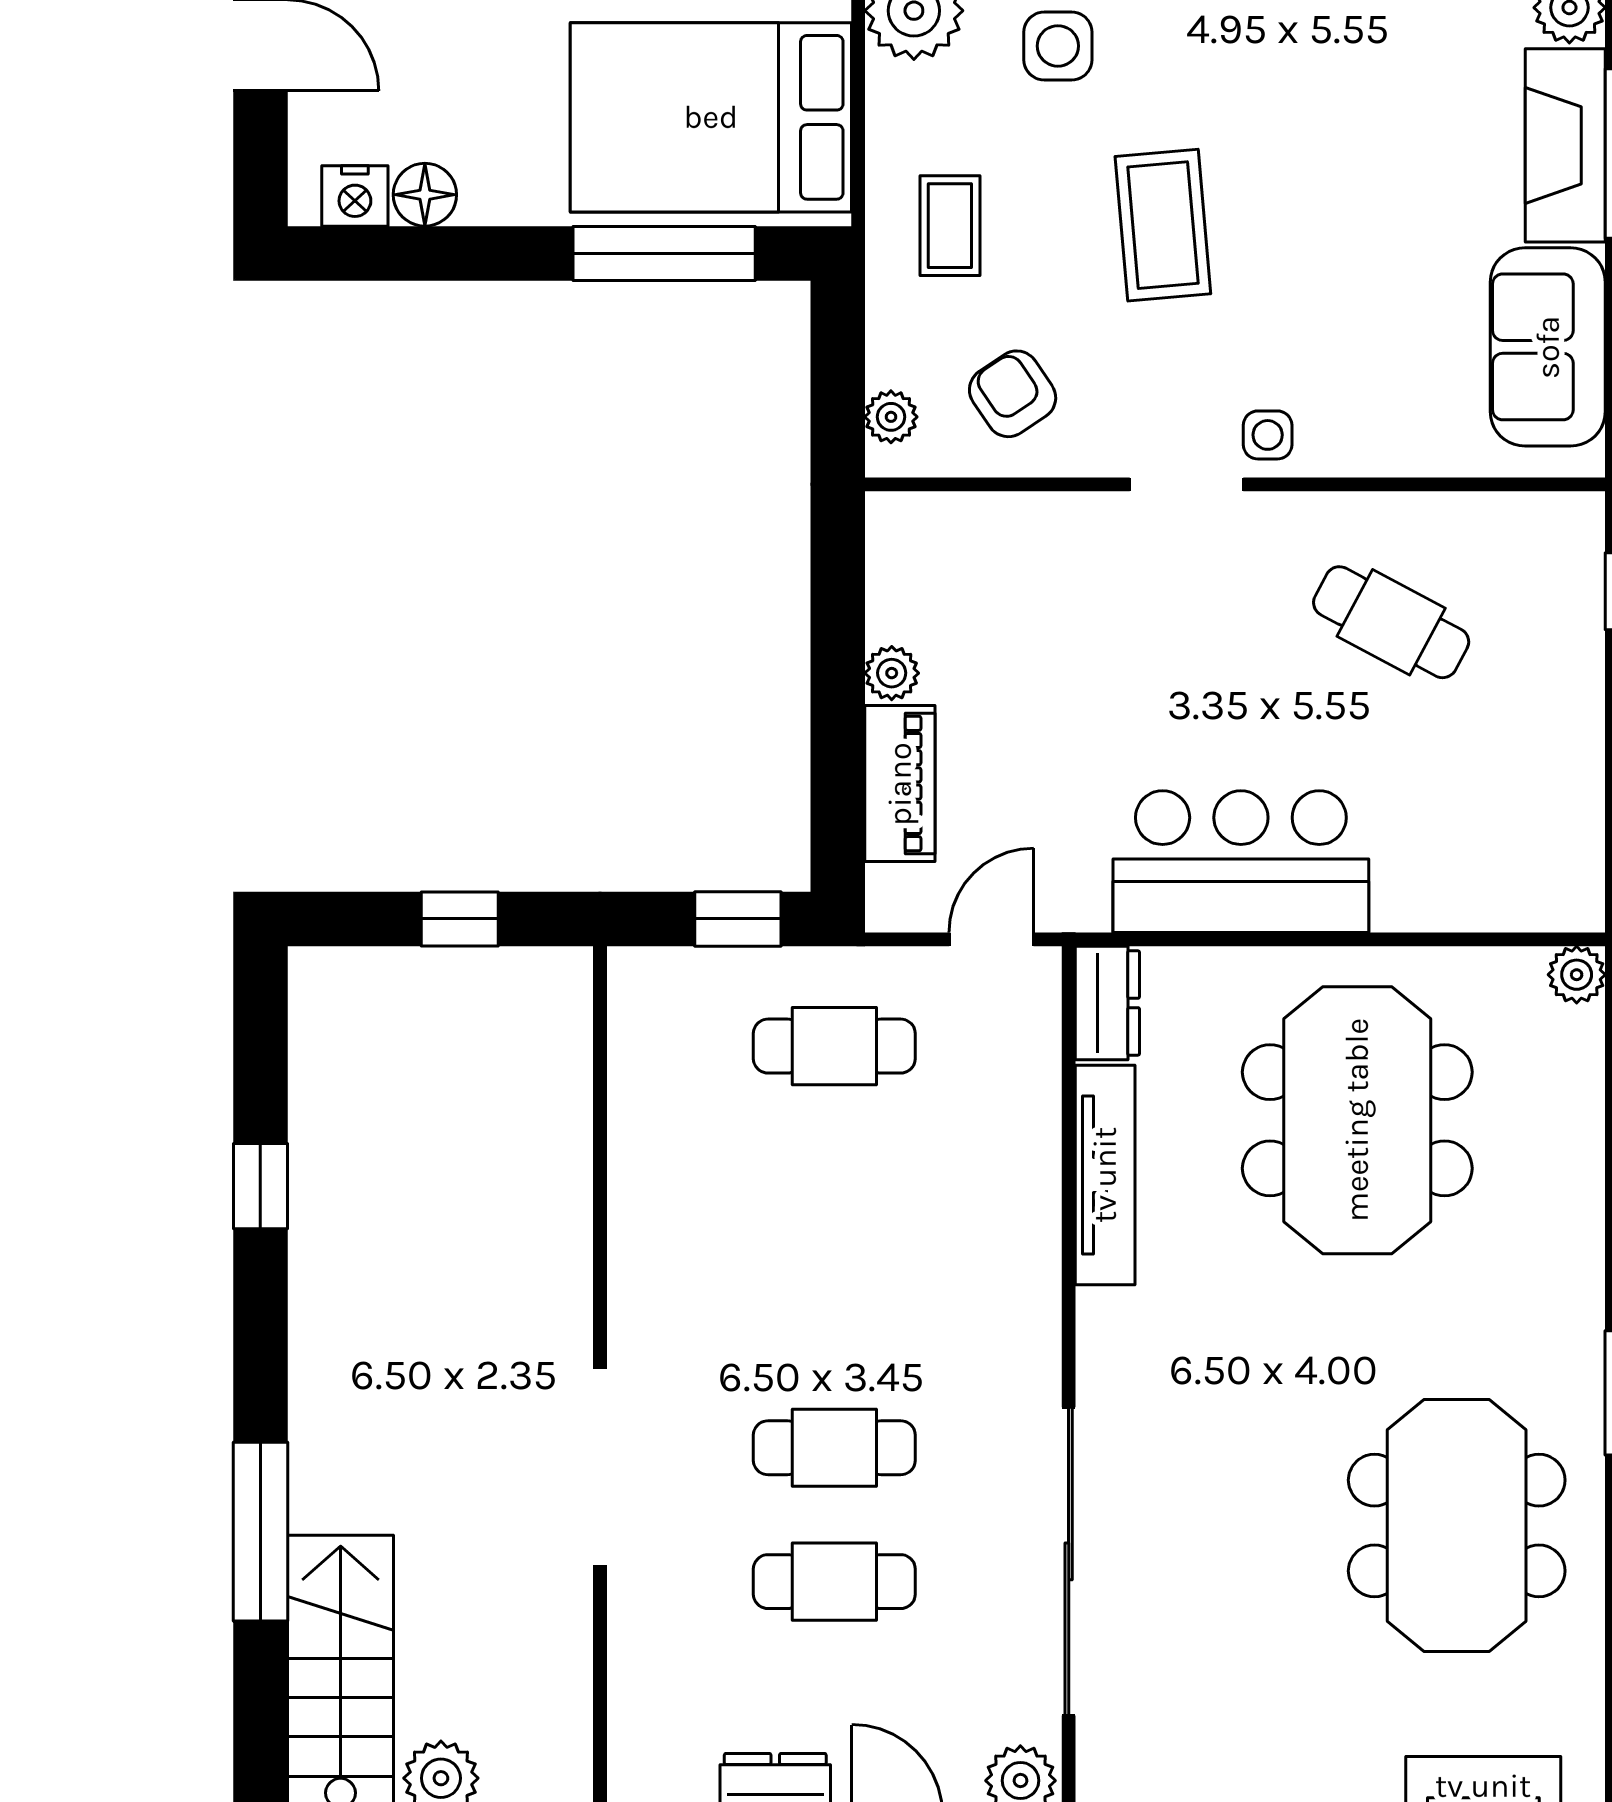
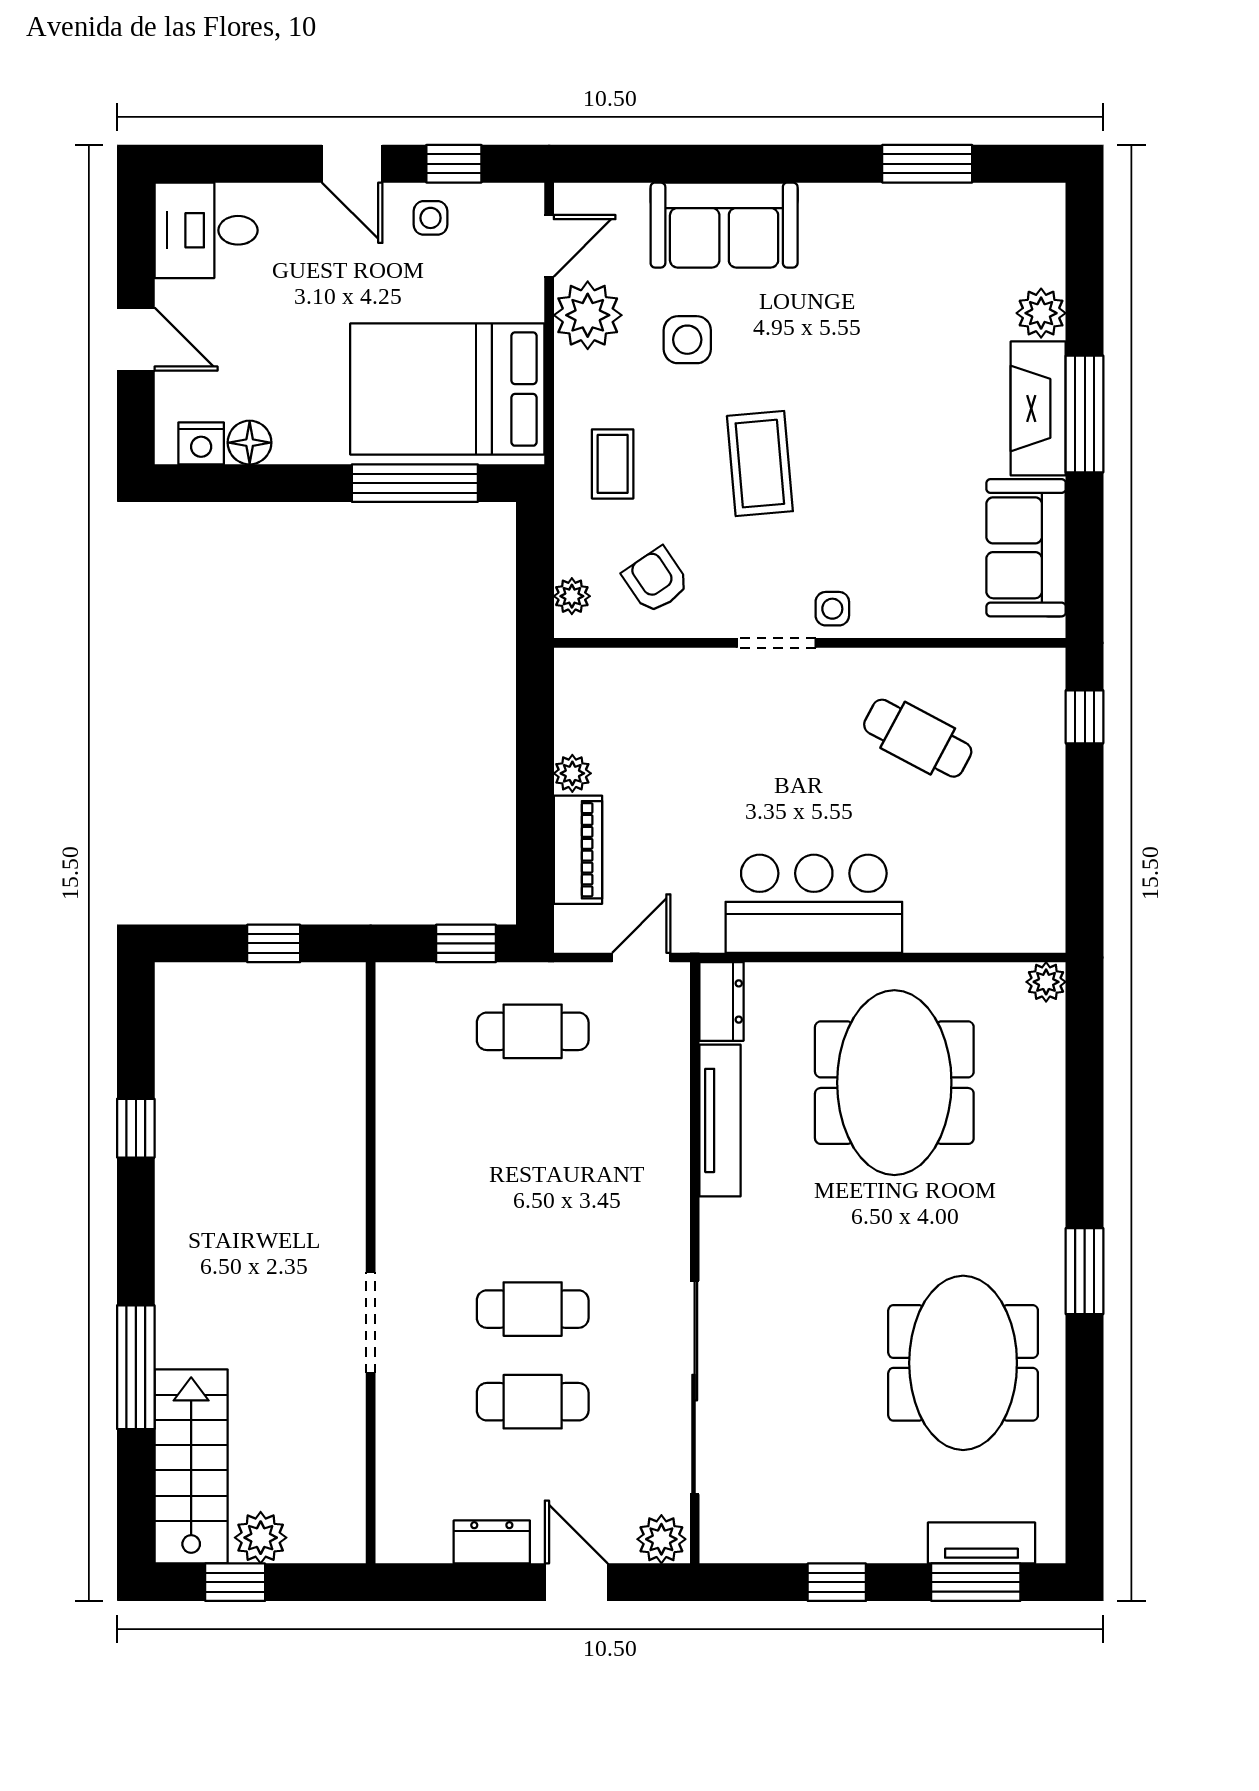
doorway: (600, 1467) -> (371, 1322), width x0.73

